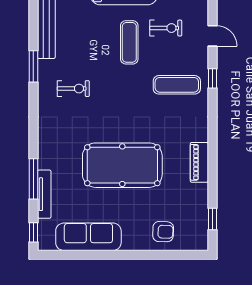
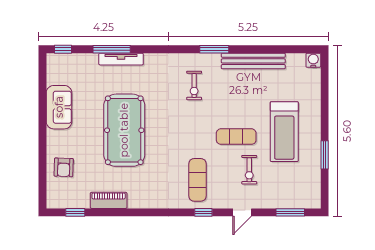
piano: (199, 162) -> (109, 200), moved
tv unit: (44, 194) -> (121, 59), moved
sofa: (88, 237) -> (59, 107), width x0.73

